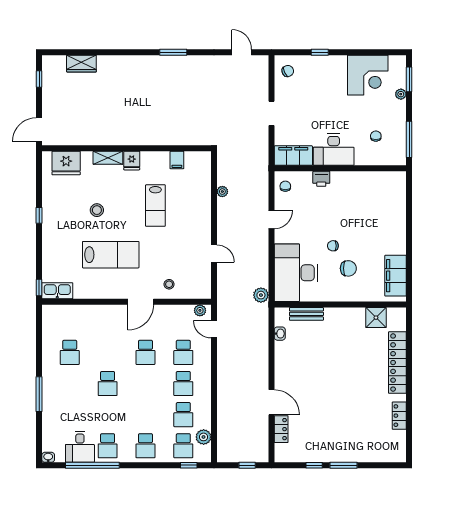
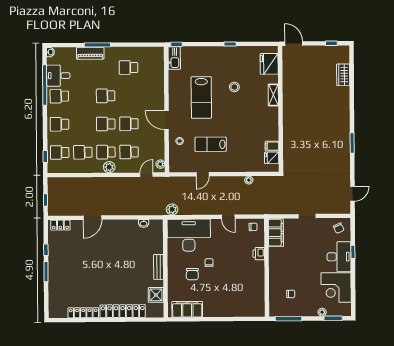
desk: (334, 150) -> (339, 257), moved, turned 180
fridge: (132, 161) -> (272, 158), moved
lab bench: (155, 206) -> (211, 144), moved
bench: (306, 314) -> (158, 267), moved
school desk: (145, 383) -> (106, 124), added
piano: (50, 404) -> (90, 53), added
locker: (399, 416) -> (83, 313), width x1.53
locker: (281, 429) -> (60, 225), moved
plant: (204, 437) -> (109, 167), moved

